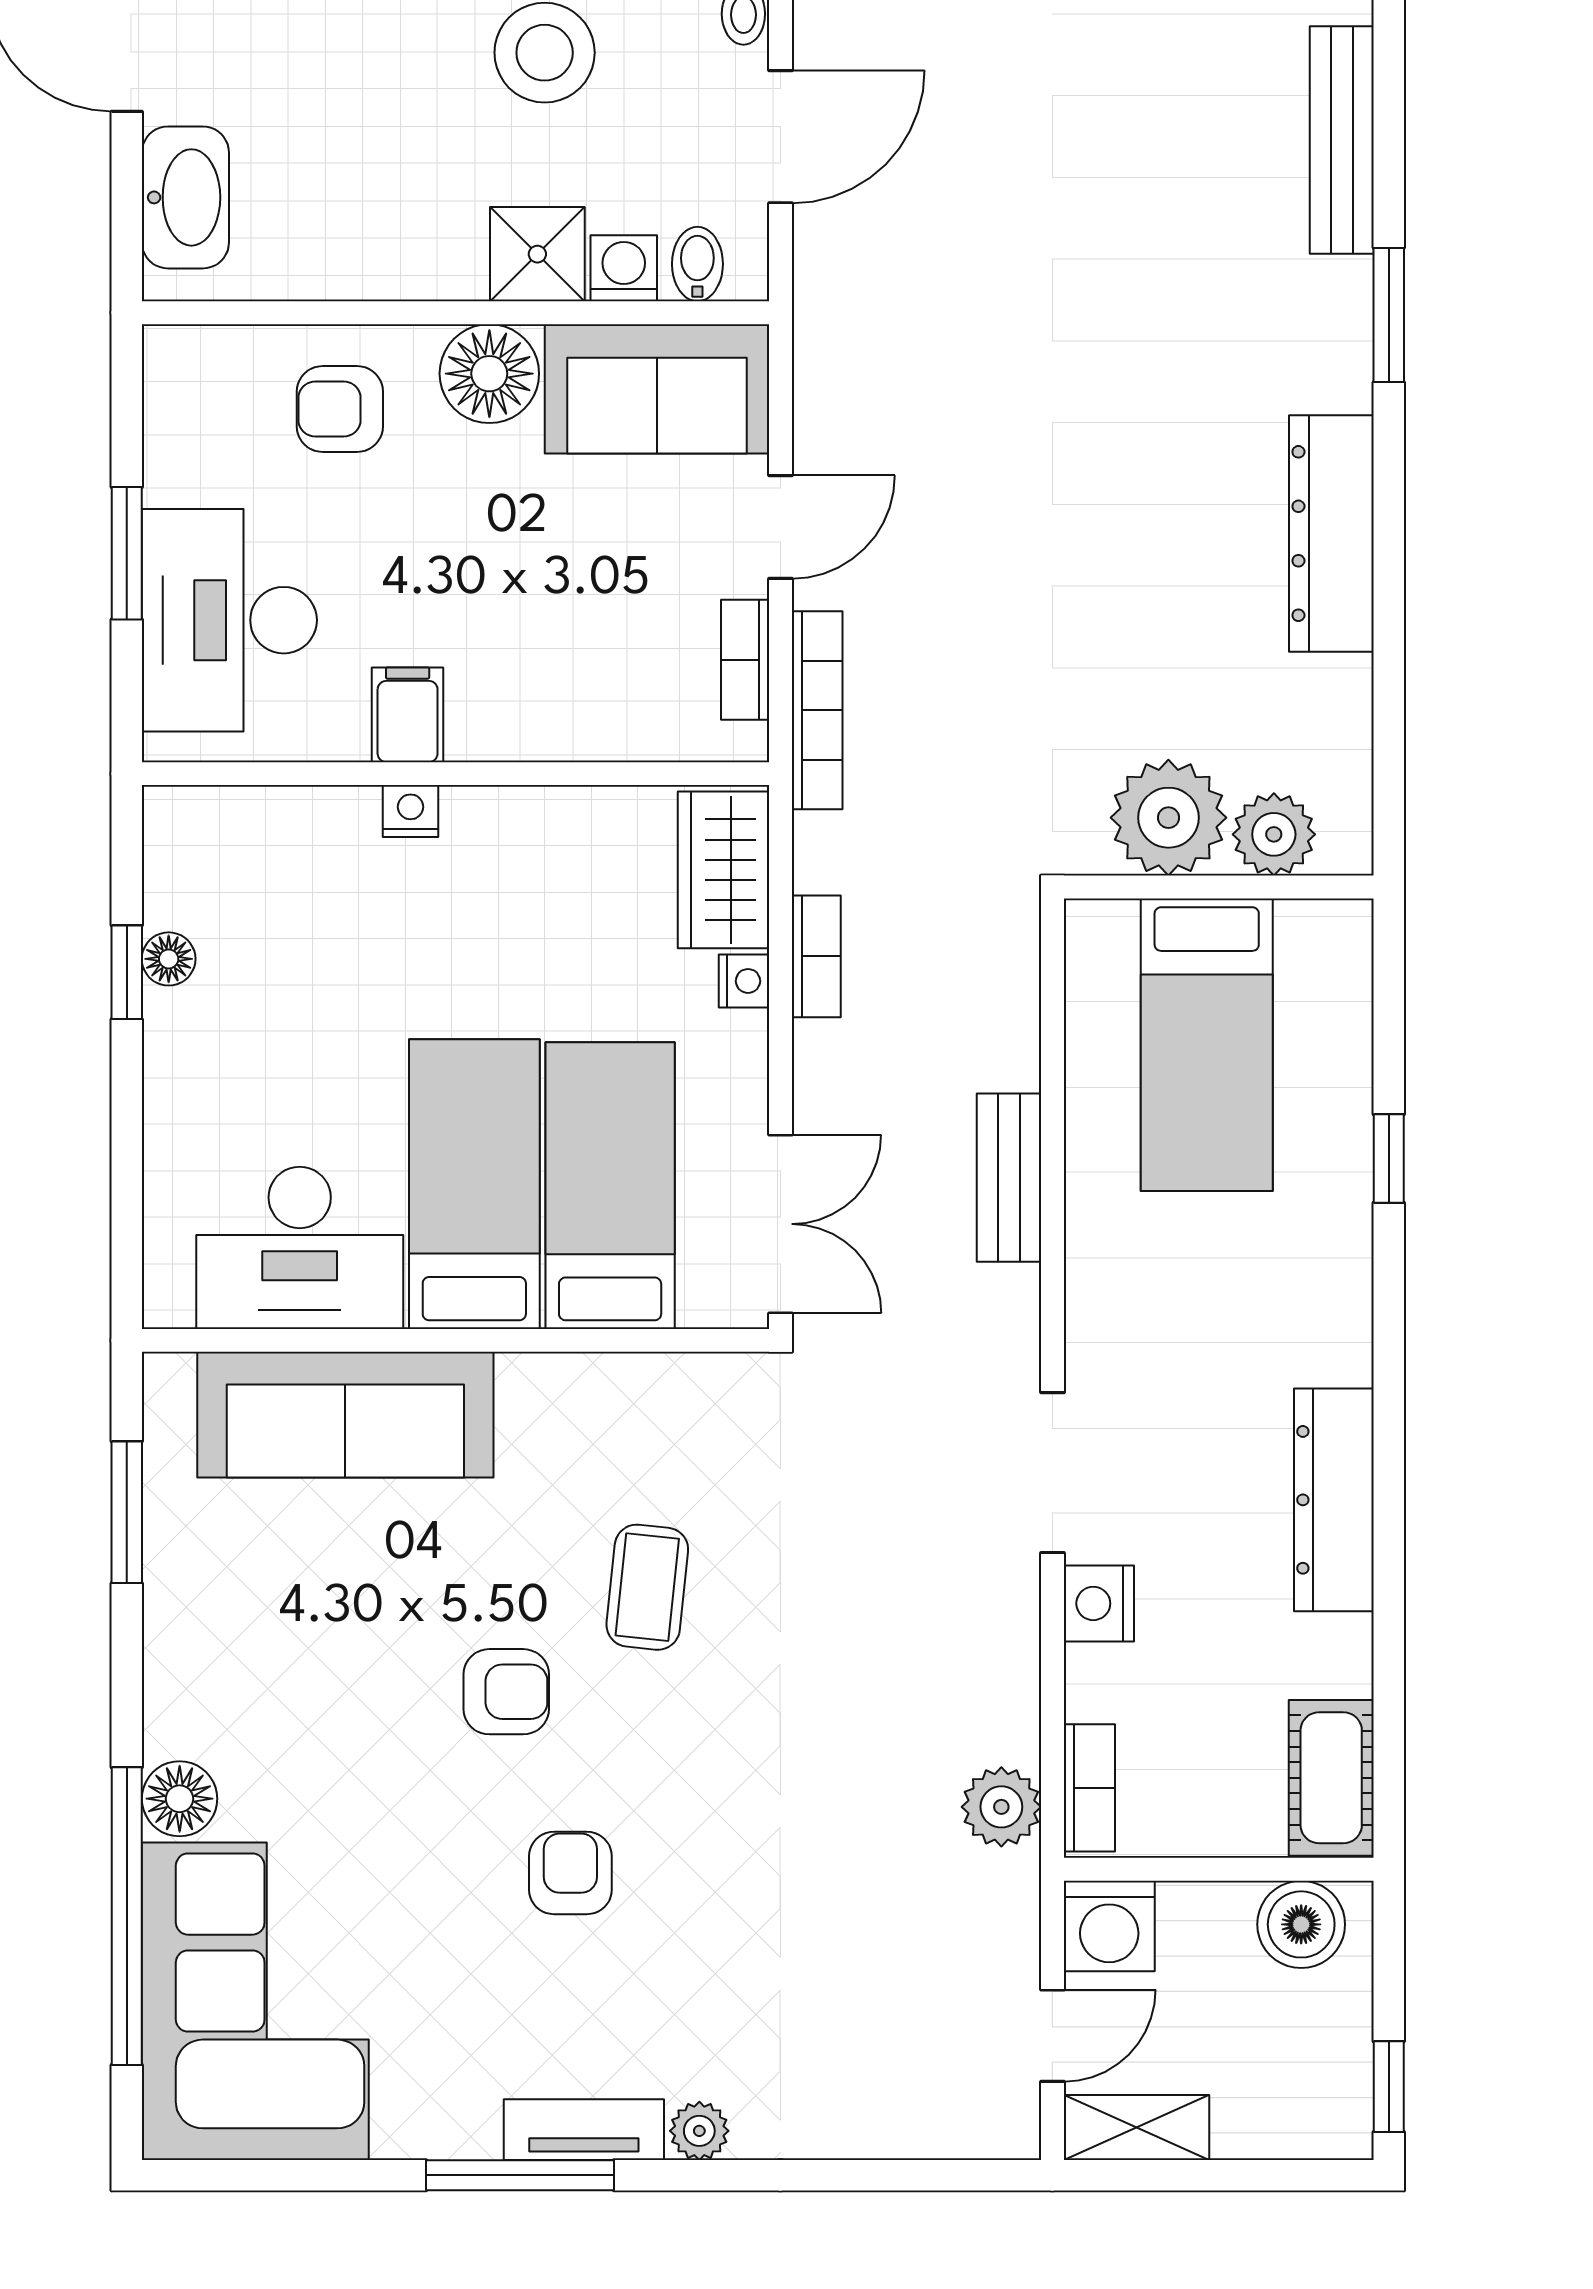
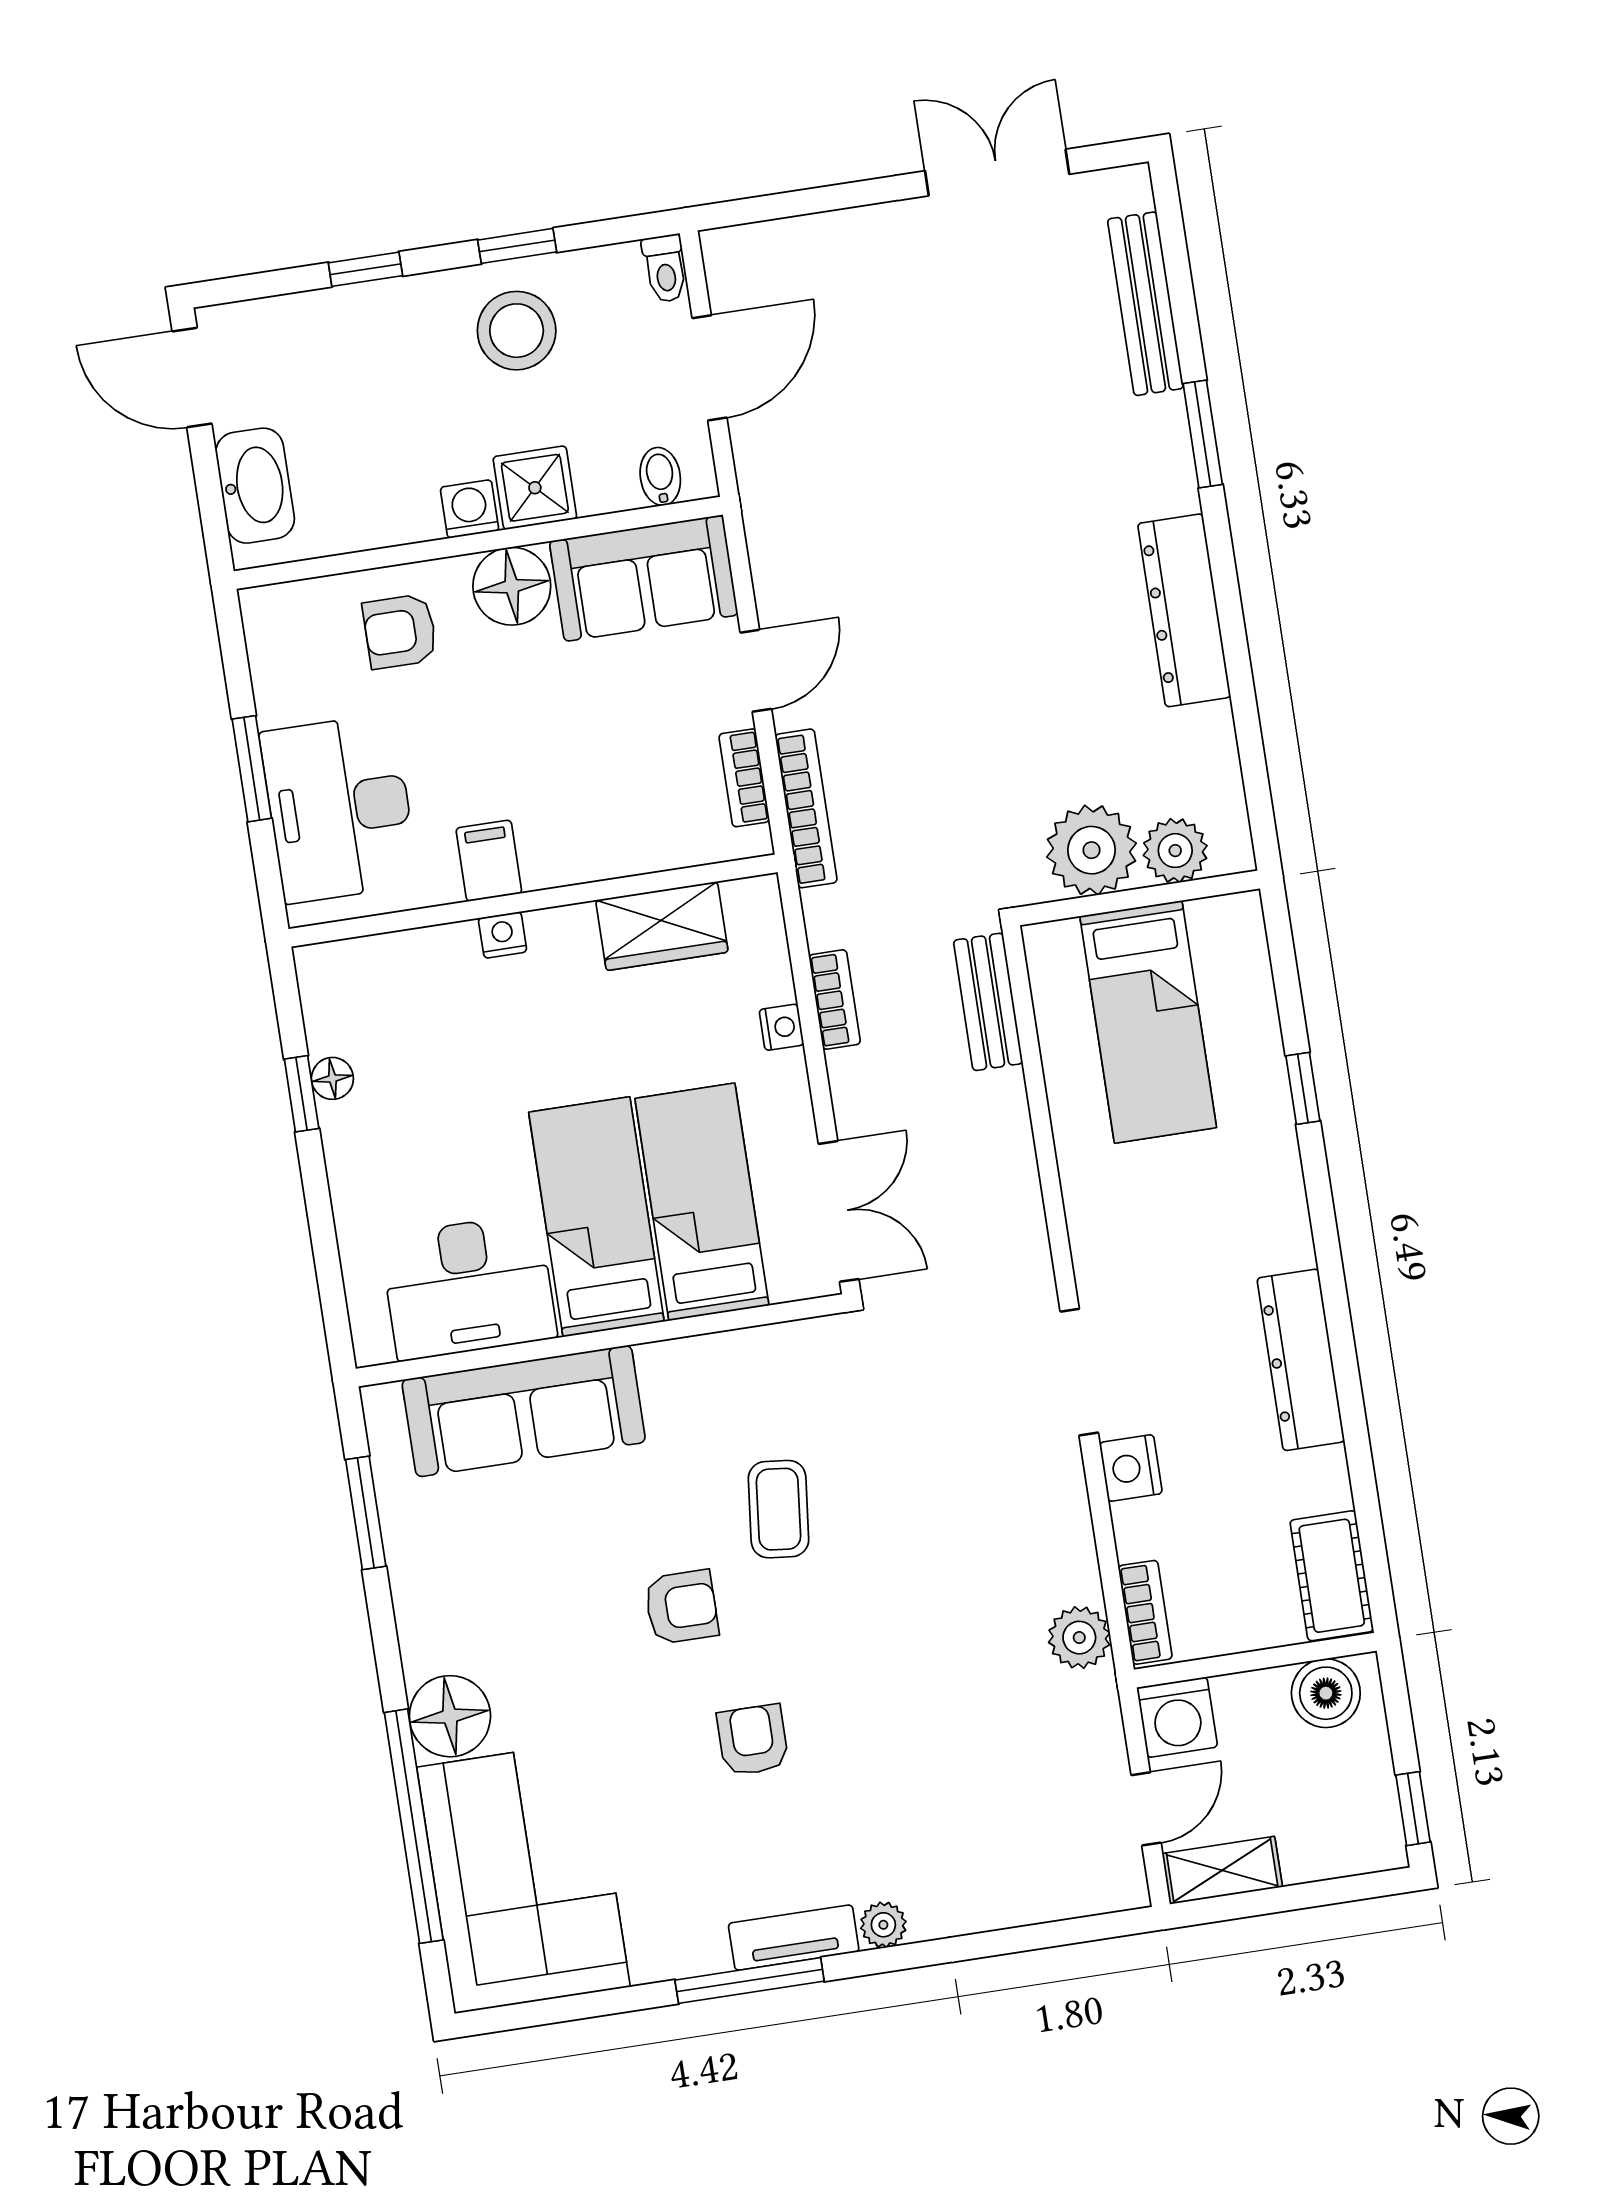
washing machine: (624, 268) -> (470, 509), moved
wardrobe: (724, 870) -> (662, 926), moved, turned -90
bench: (1009, 1178) -> (988, 1002), moved
floor lamp: (180, 1799) -> (450, 1716), width x1.38, depth x1.38

